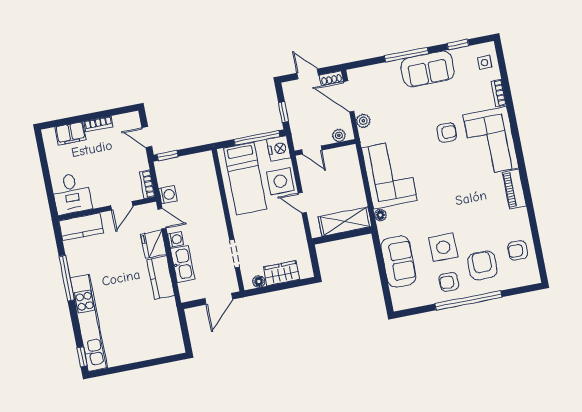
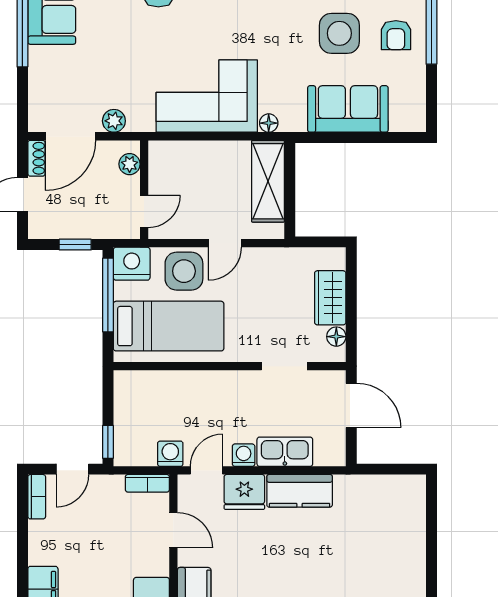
bookcase: (98, 124) -> (37, 497), moved

